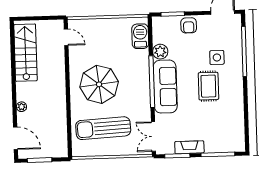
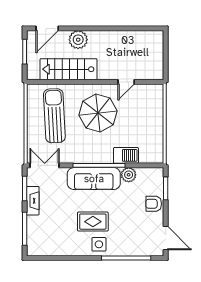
barbecue: (140, 36) -> (126, 155), moved
door: (66, 37) -> (126, 82), moved
stairs: (26, 53) -> (69, 69), moved, turned 180
side table: (217, 57) -> (99, 244), moved
plant: (21, 107) -> (78, 40), width x1.87, depth x1.87

